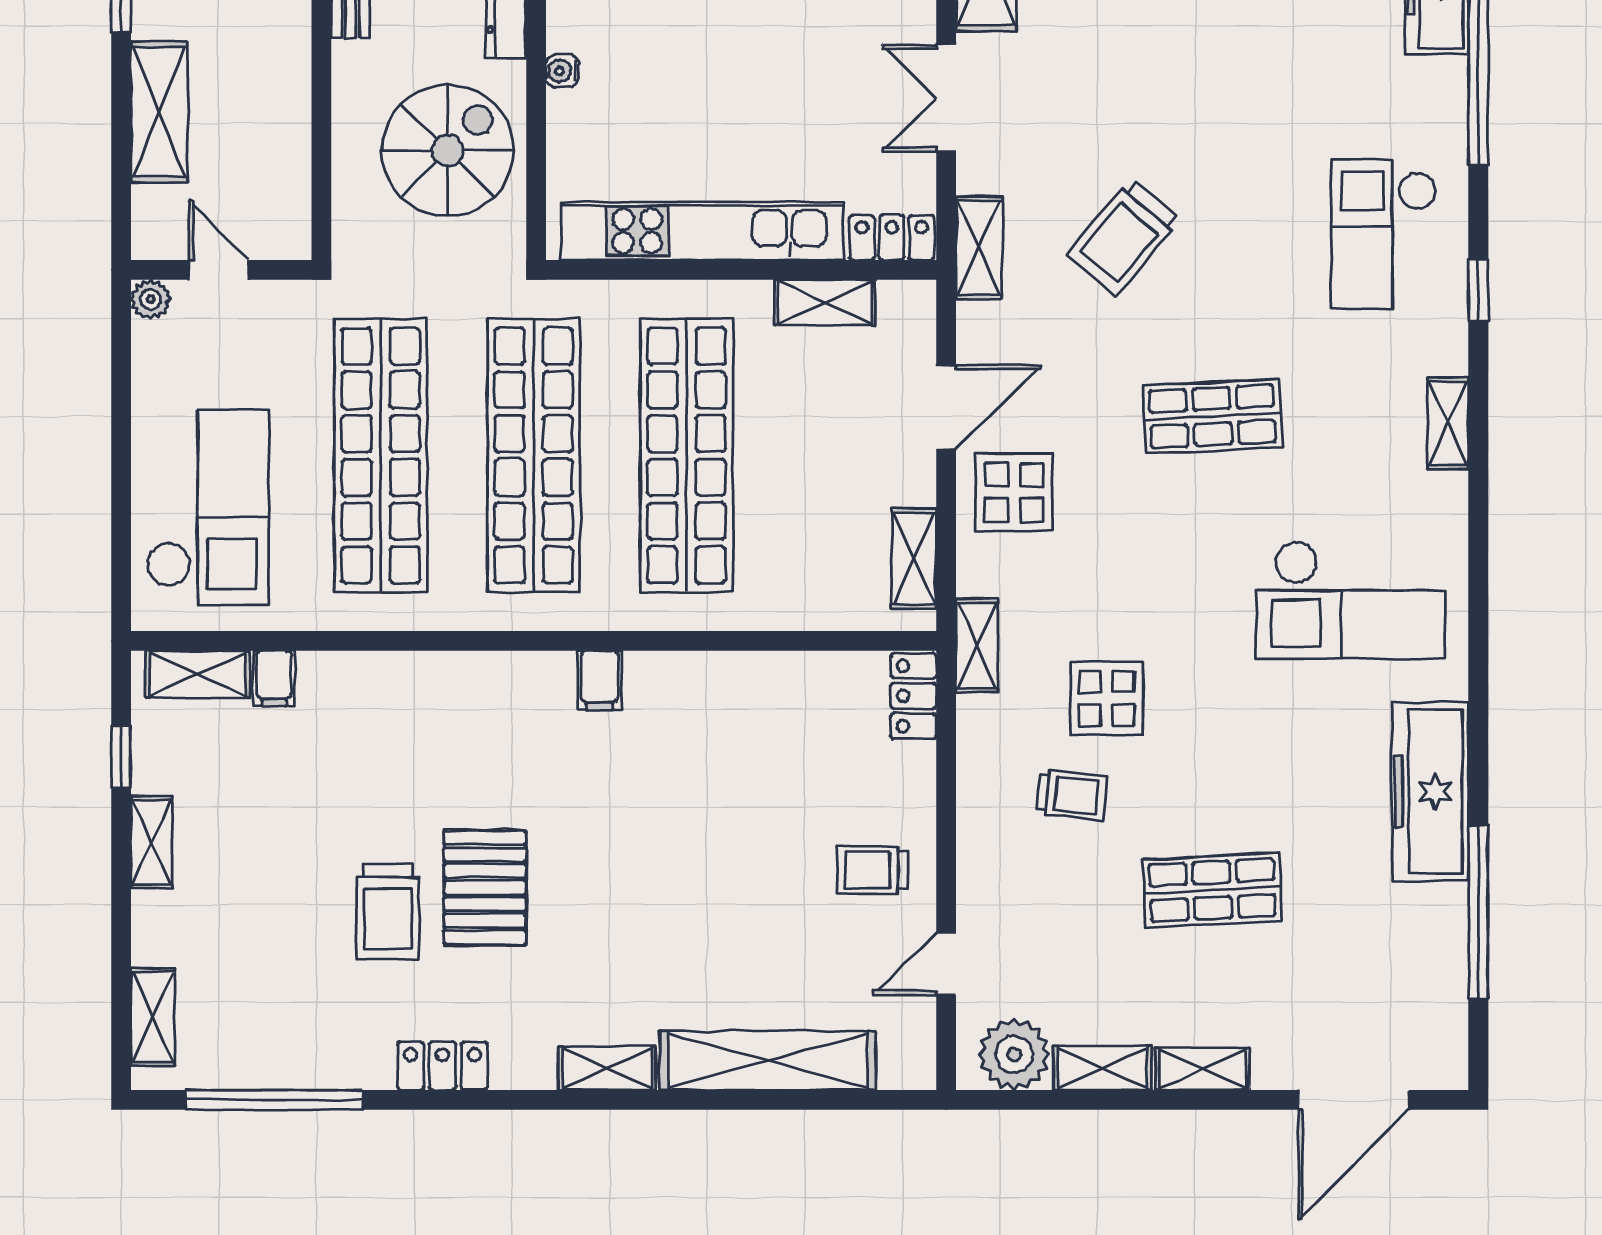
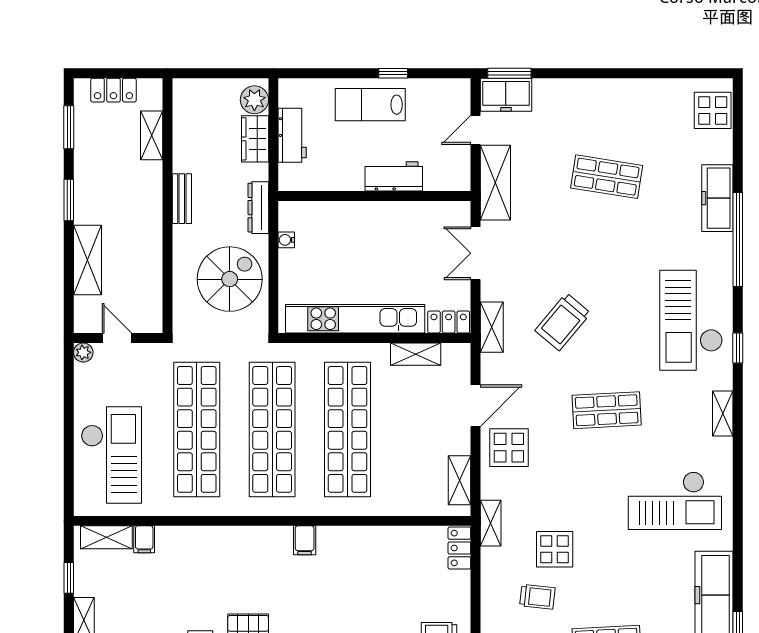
checkout: (1384, 234) -> (691, 320), width x1.36, depth x1.21

